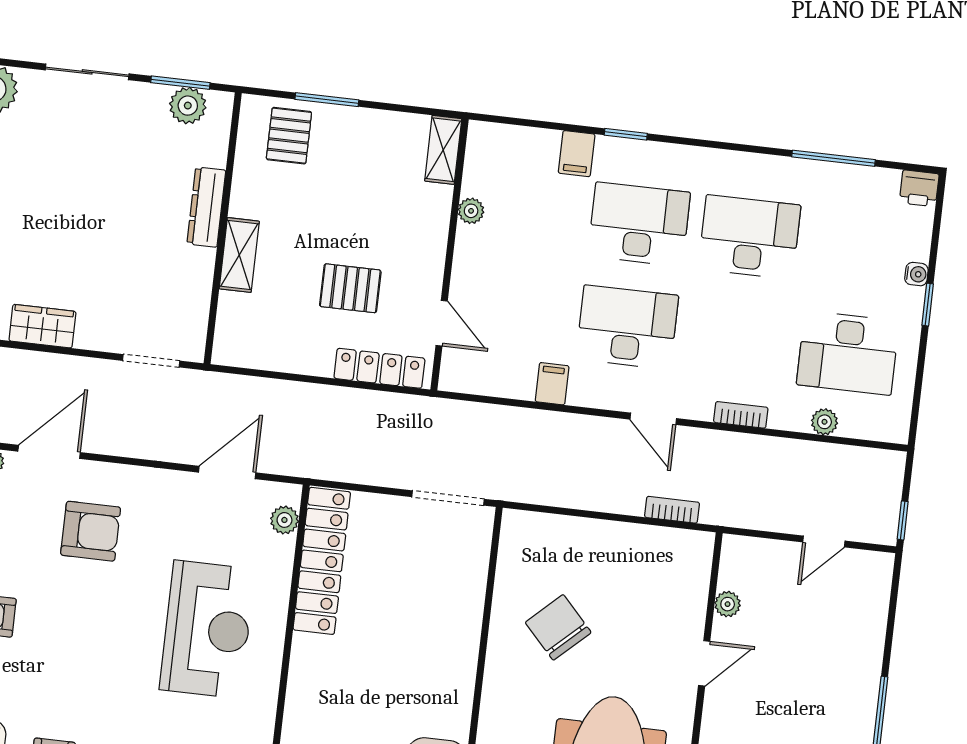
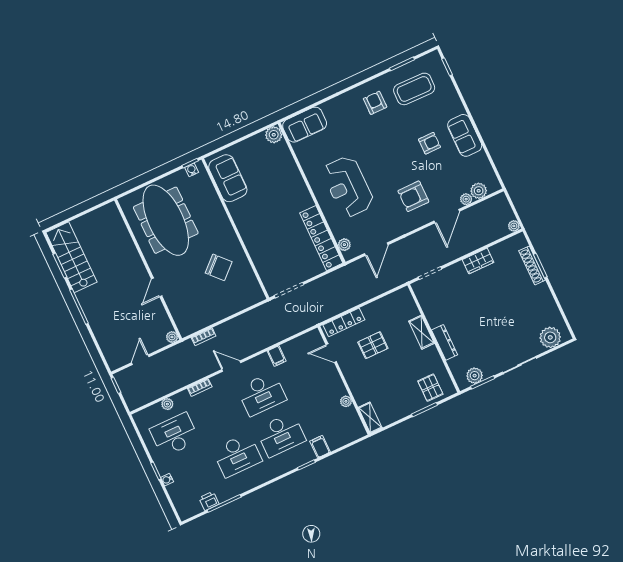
printer: (919, 188) -> (209, 501), moved
plant: (728, 604) -> (172, 337), moved

